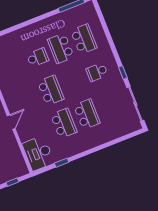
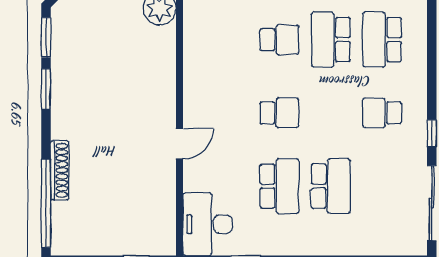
school desk: (84, 39) -> (382, 40), turned 180
school desk: (51, 90) -> (279, 113), width x0.54

